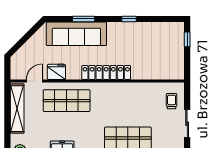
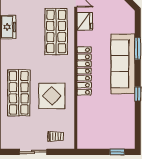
sofa: (76, 34) -> (123, 64), moved
display table: (131, 105) -> (52, 96), added

